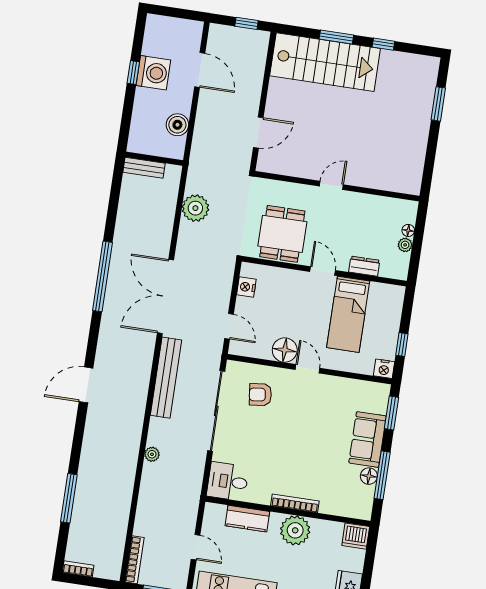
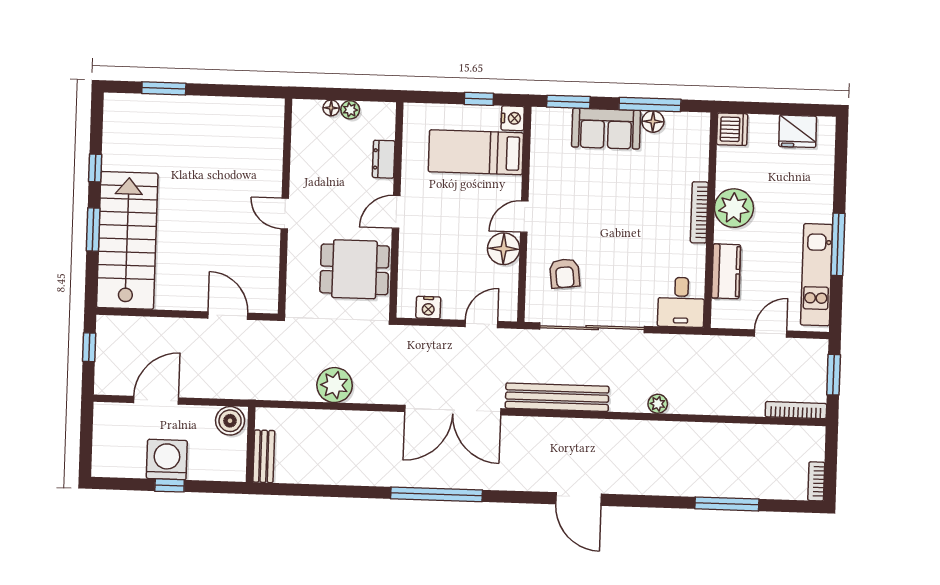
wall: (154, 159) -> (251, 445), moved
bench: (144, 168) -> (264, 456), moved
bed: (348, 314) -> (476, 152), moved, turned 180

